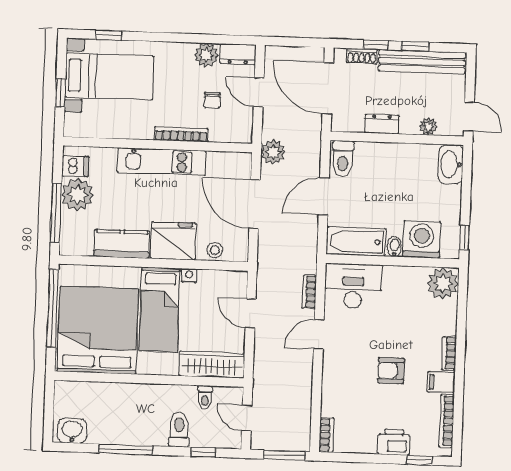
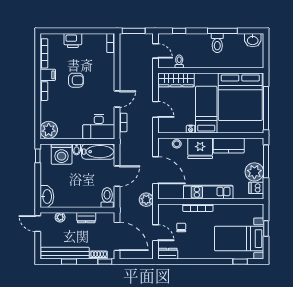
window: (376, 45) -> (105, 262), moved
plant: (206, 55) -> (185, 252), removed
toilet: (179, 430) -> (217, 43), moved
window: (420, 460) -> (58, 31), removed

